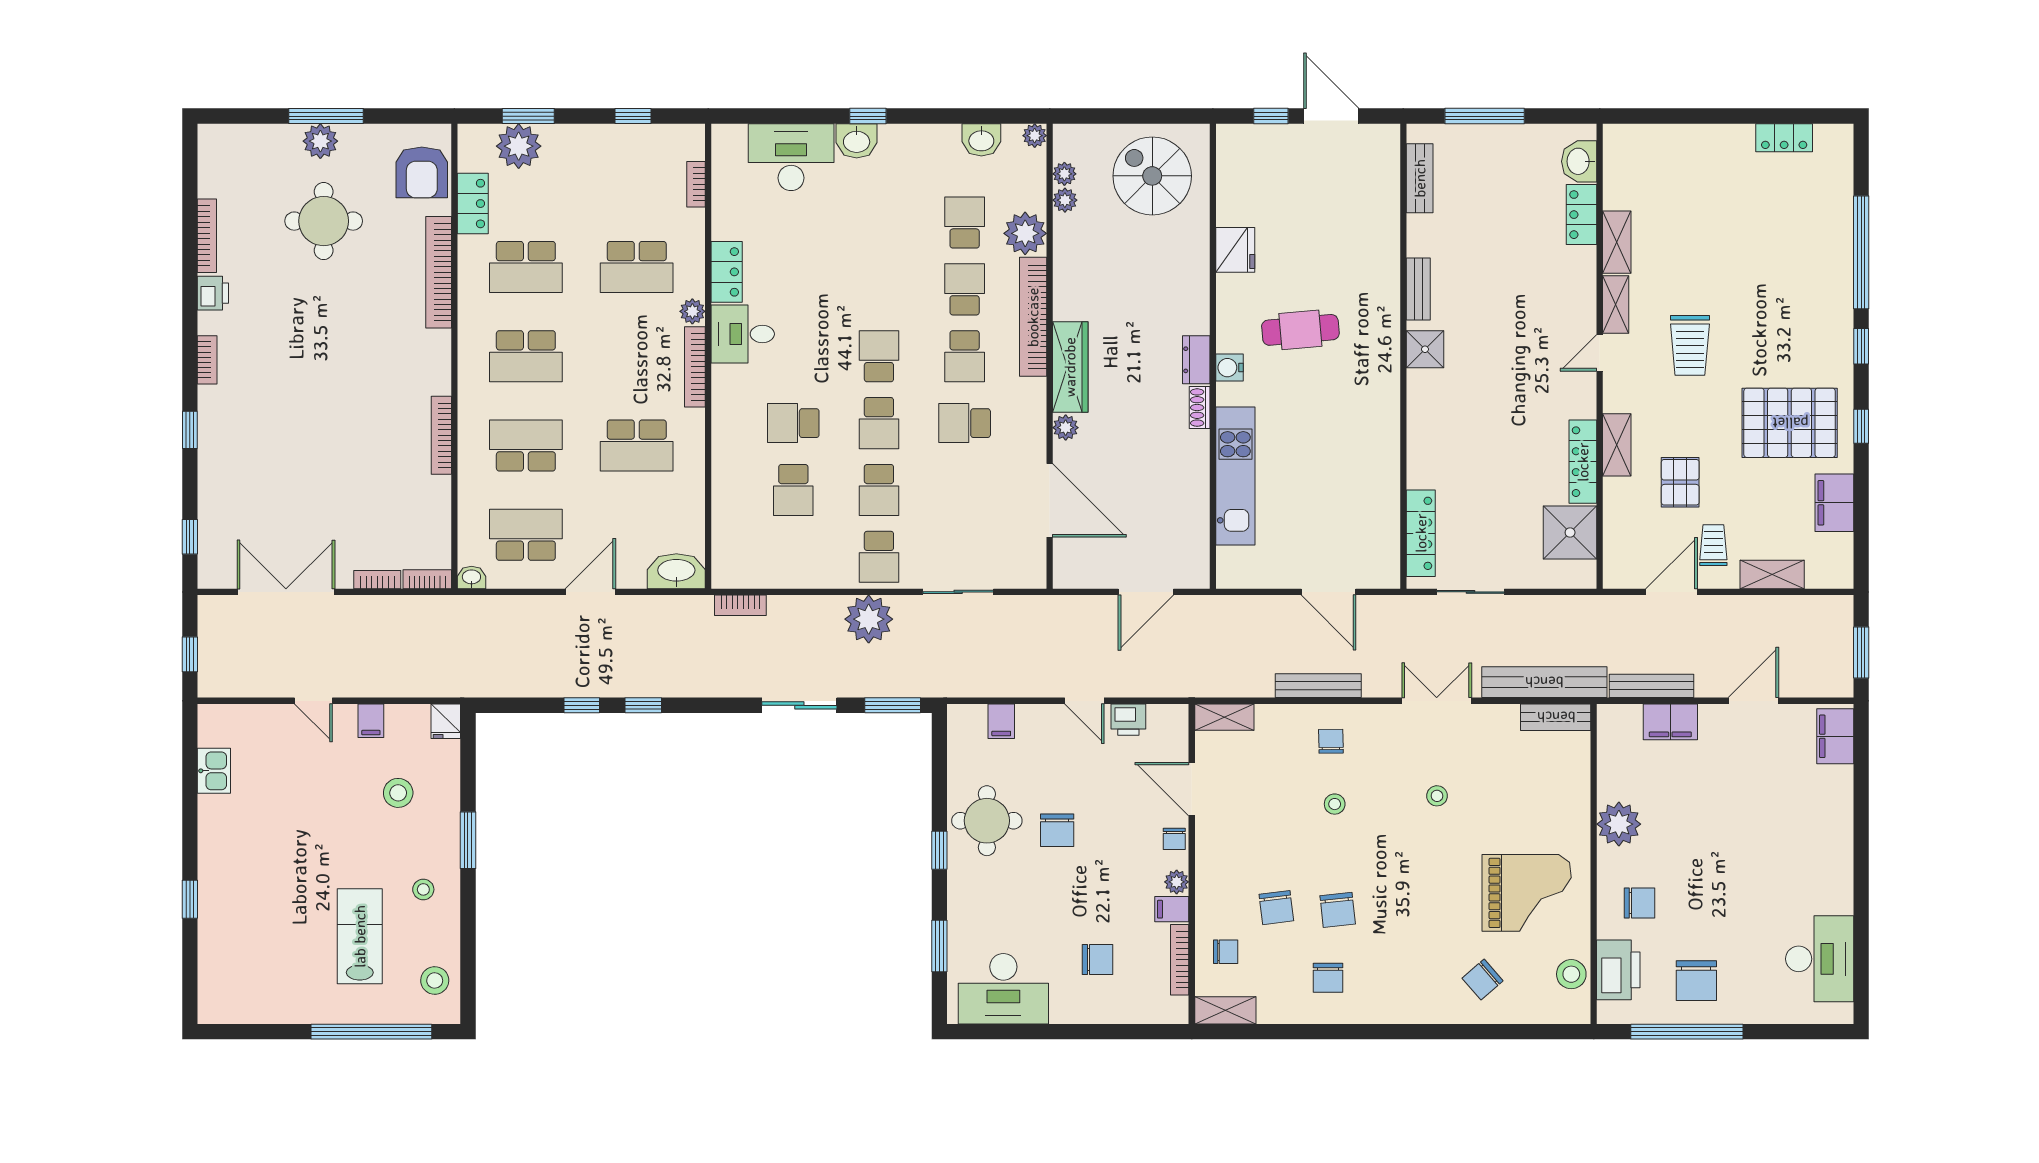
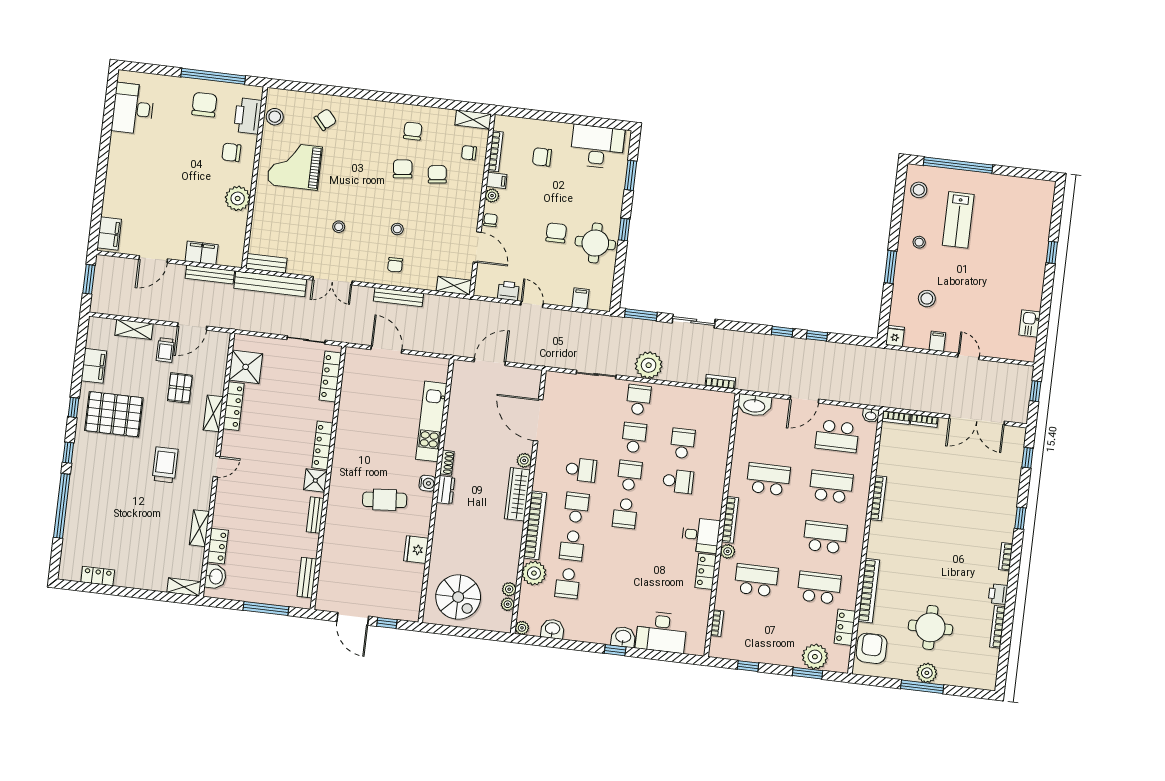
shelving: (1616, 305) -> (184, 587), moved, turned 90
locker: (1420, 412) -> (322, 445), added
school desk: (526, 445) -> (831, 487), turned 180

